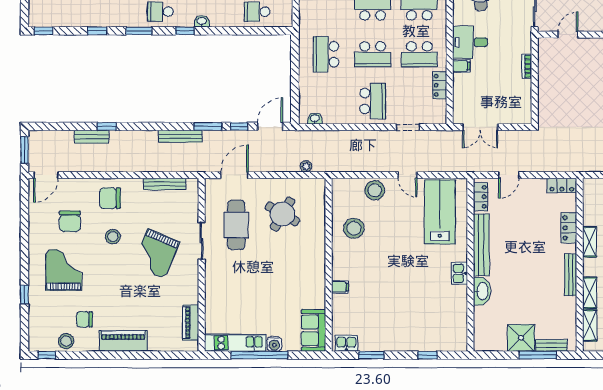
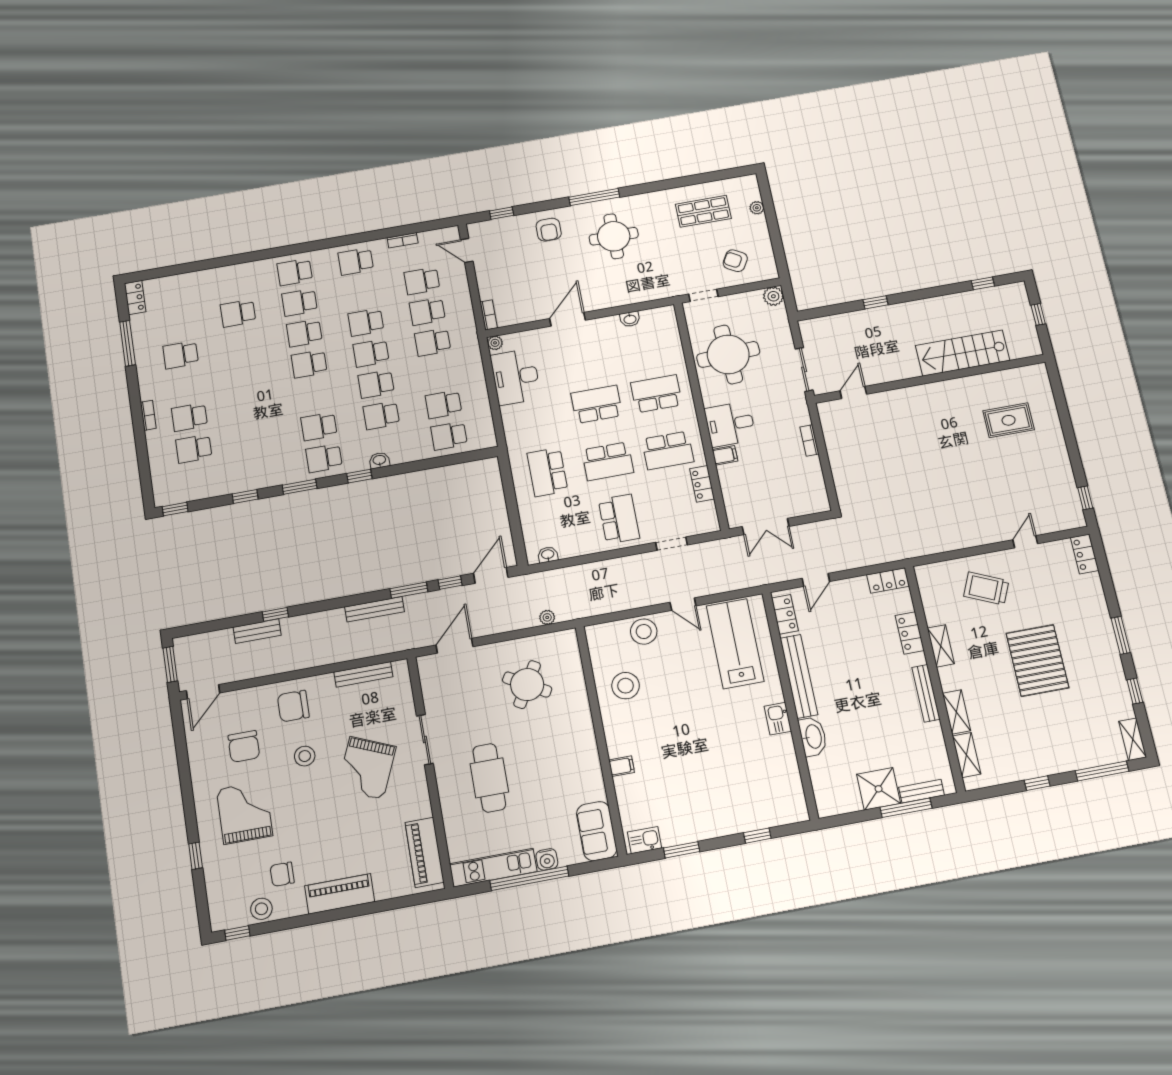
cafe table: (236, 225) -> (489, 778), moved
piano: (191, 323) -> (425, 852), width x1.37, depth x1.33

